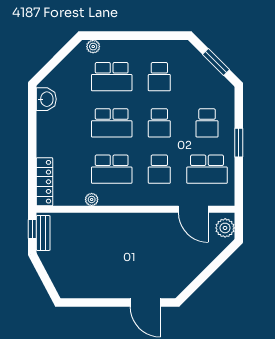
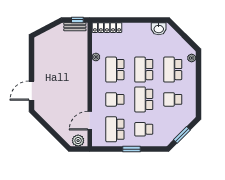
school desk: (159, 123) -> (144, 99), width x1.85

